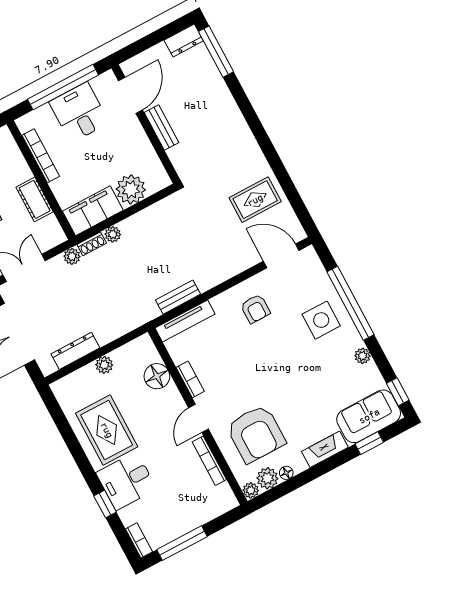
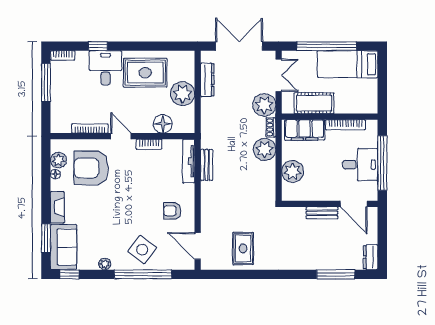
window: (216, 52) -> (336, 274), moved
cot: (35, 199) -> (314, 103), width x1.37, depth x1.34
filing cabinet: (93, 211) -> (305, 130), moved, turned 90
plant: (113, 234) -> (265, 149), width x1.87, depth x1.87
plant: (72, 256) -> (264, 105), width x1.87, depth x1.87
door: (281, 256) -> (198, 246), swing flipped
side table: (321, 320) -> (142, 250), turned 37
plant: (104, 365) -> (183, 94), width x1.87, depth x1.87
window: (369, 443) -> (46, 238), width x1.50
plant: (251, 490) -> (56, 145), removed

